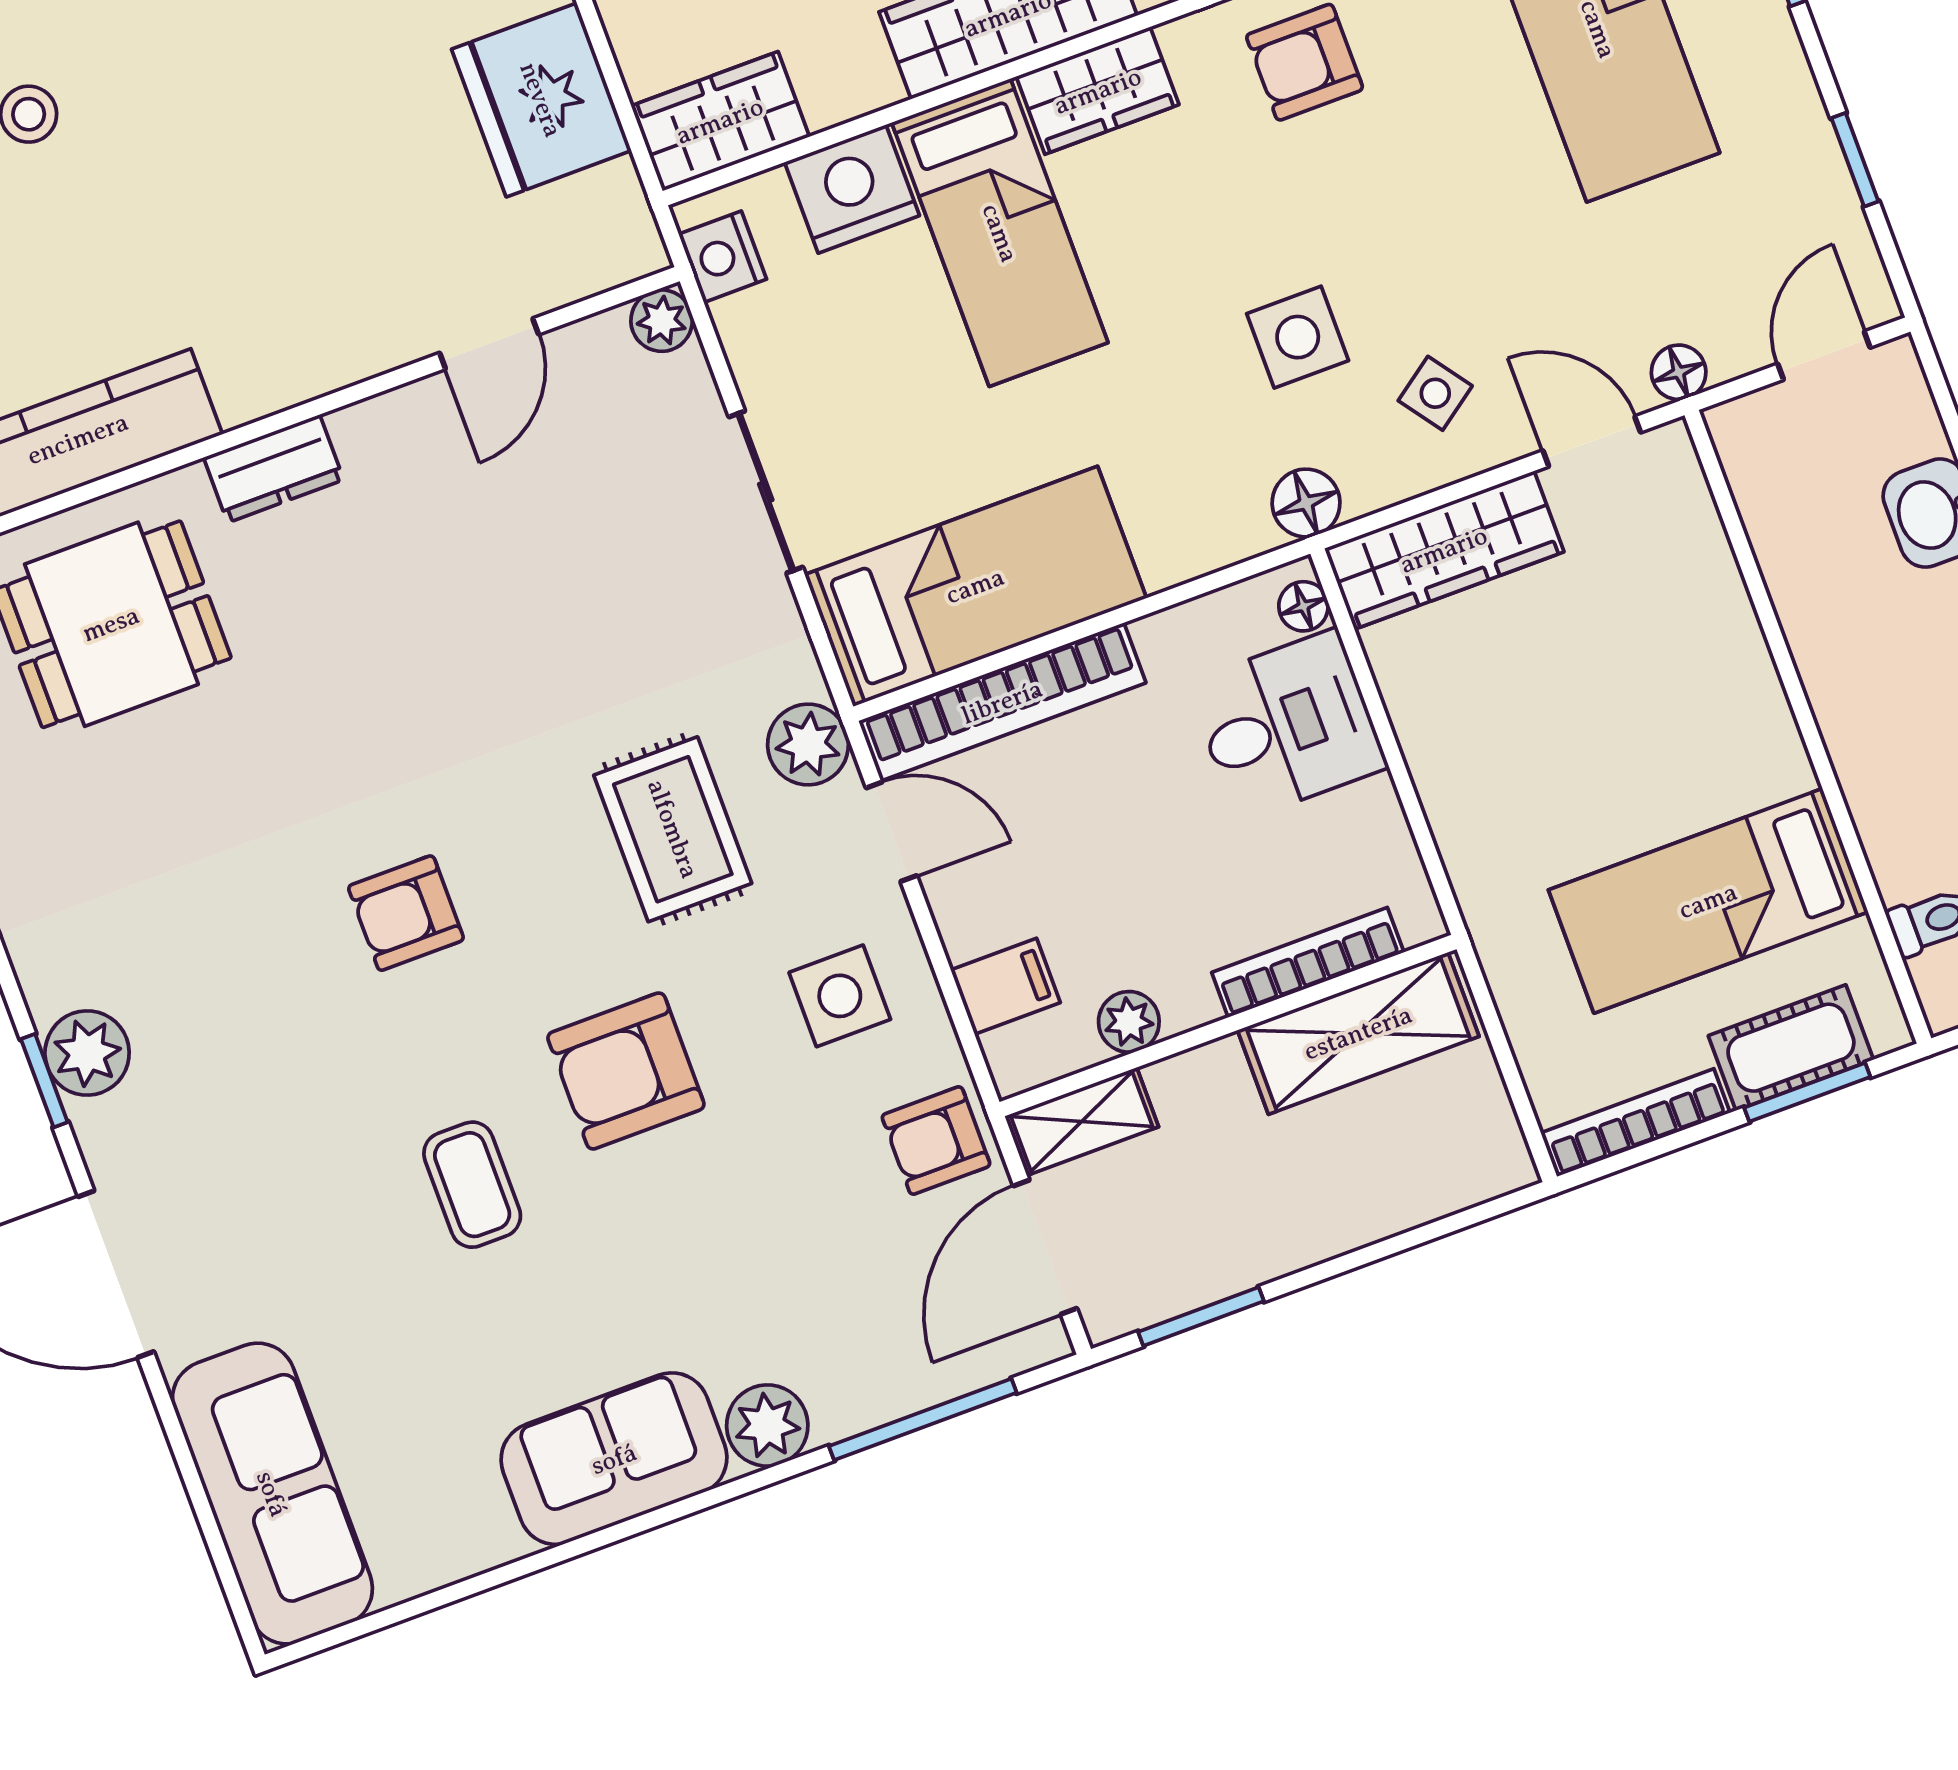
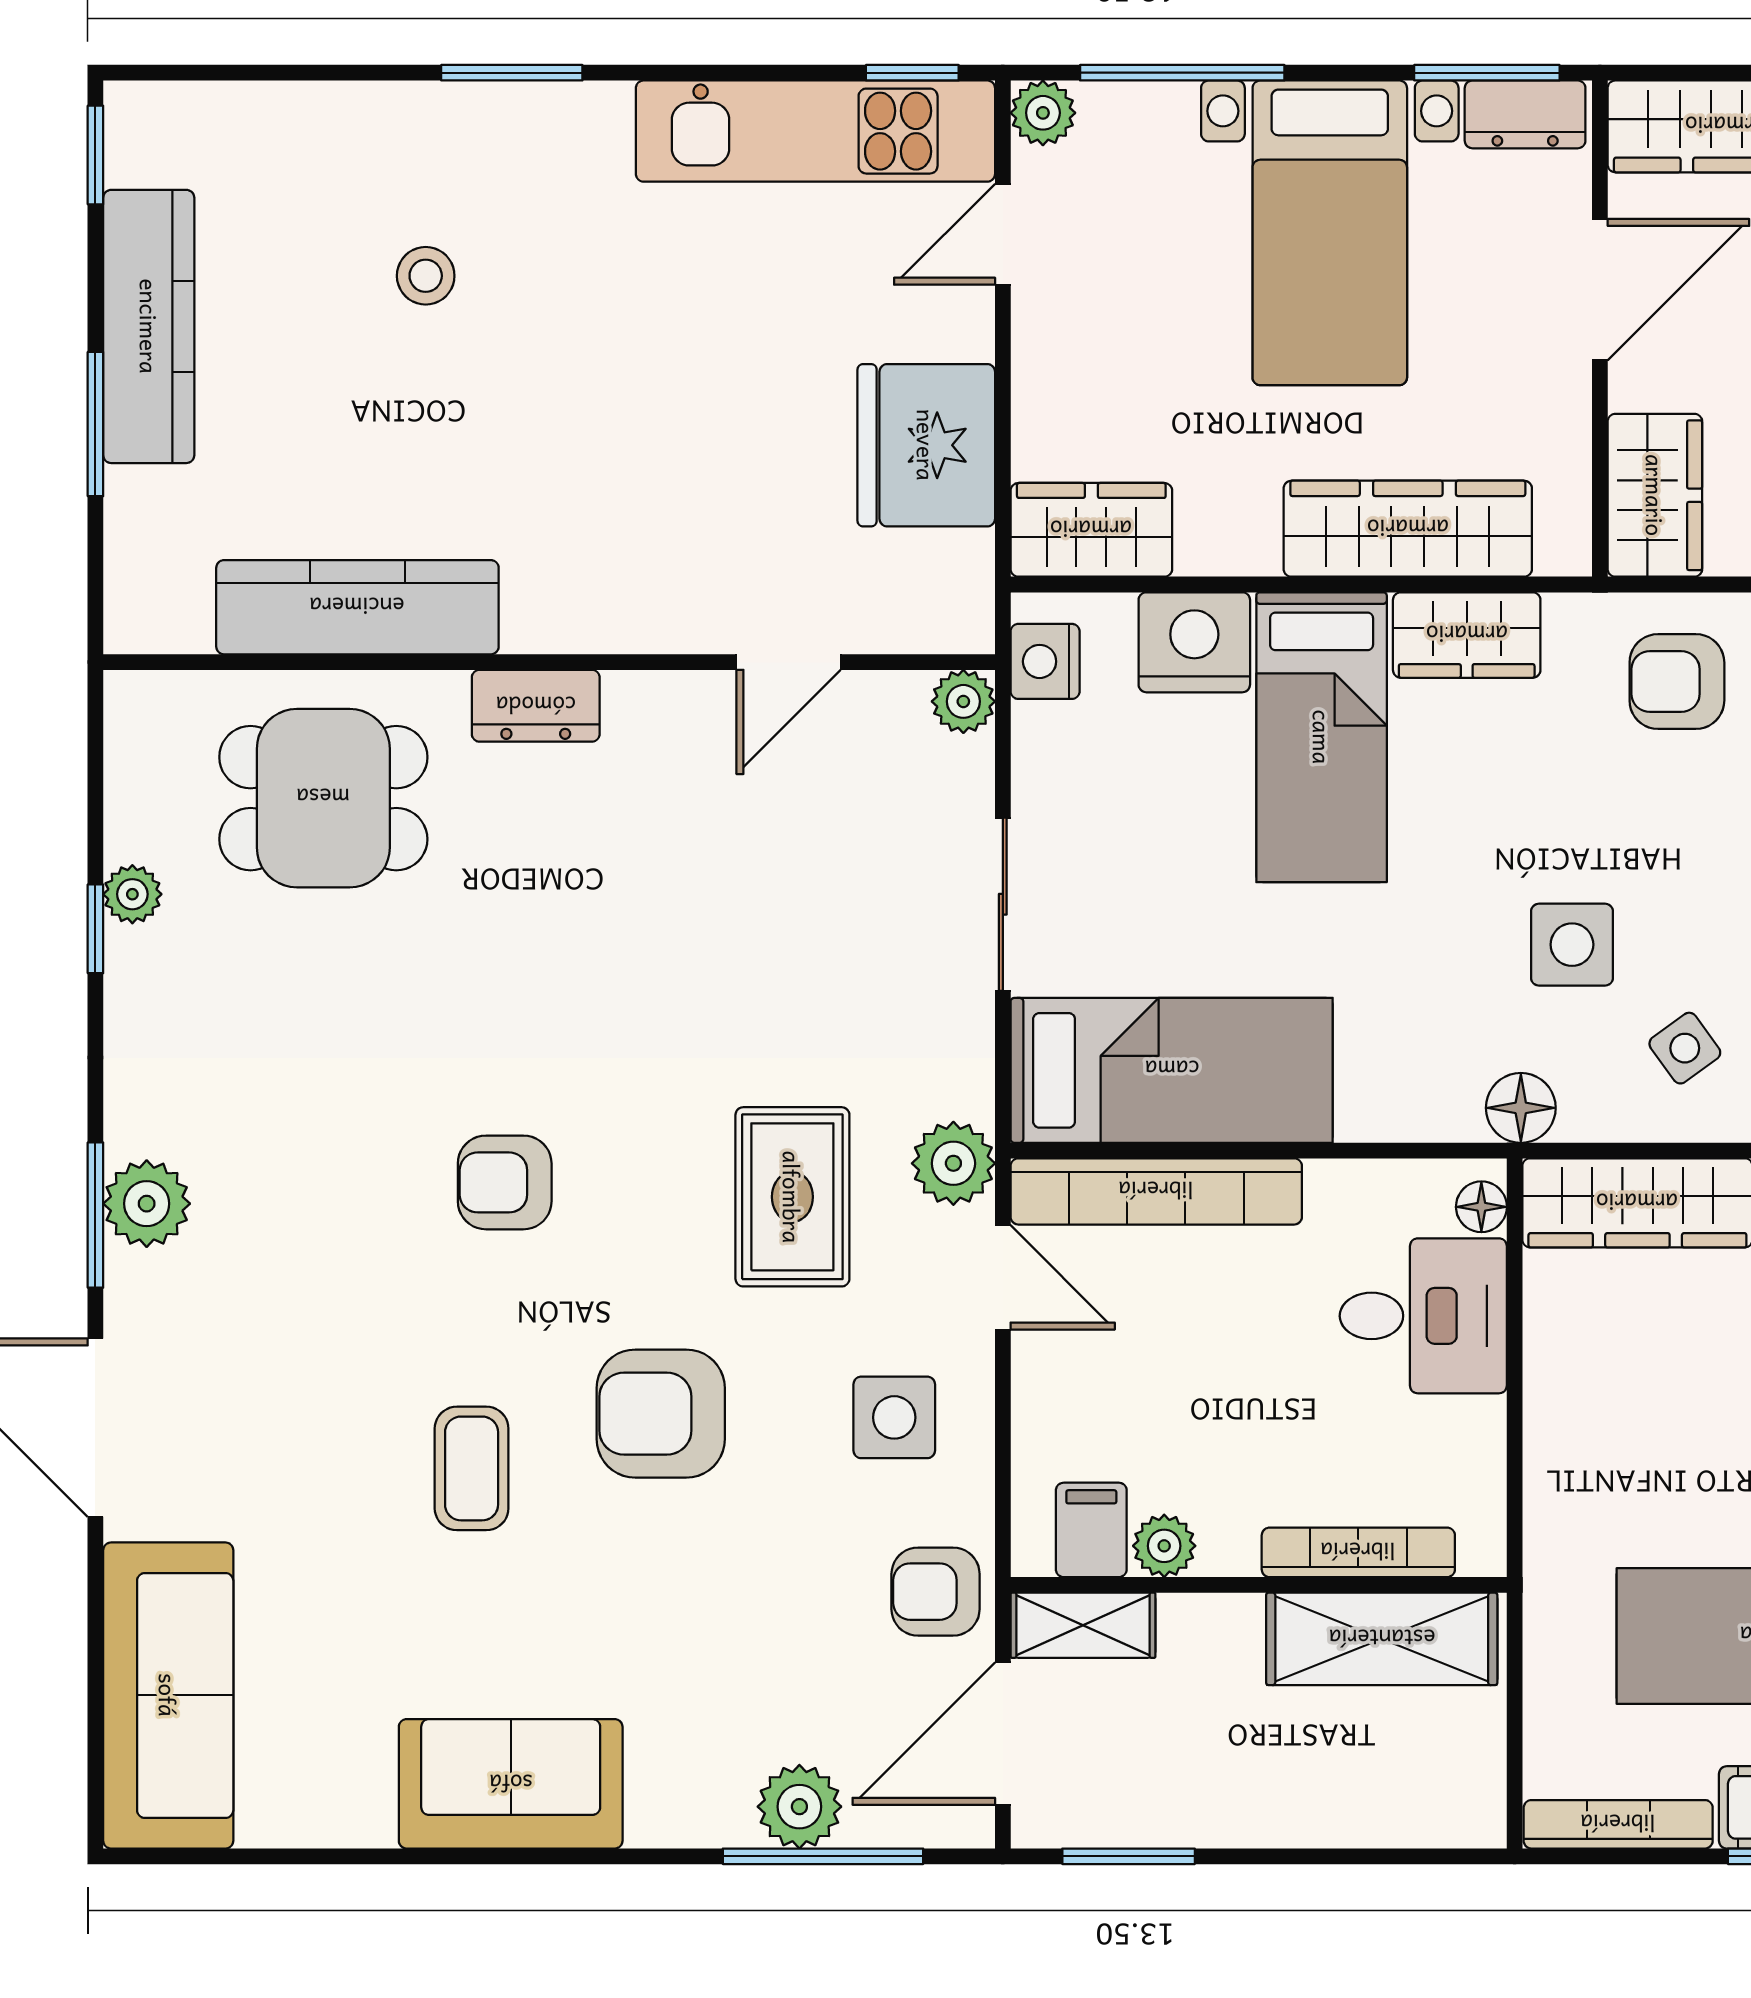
filing cabinet: (1005, 986) -> (1091, 1530), moved, turned -90
window: (44, 1081) -> (95, 1215), width x1.50
plant: (767, 1426) -> (799, 1807), moved

